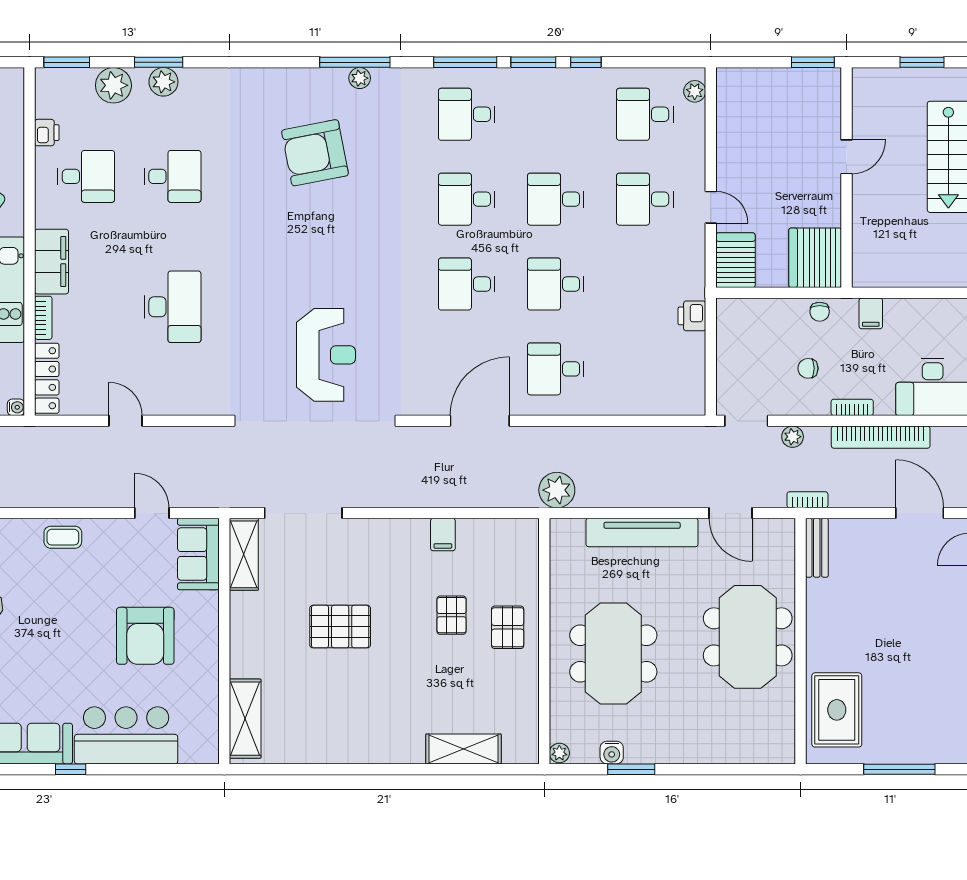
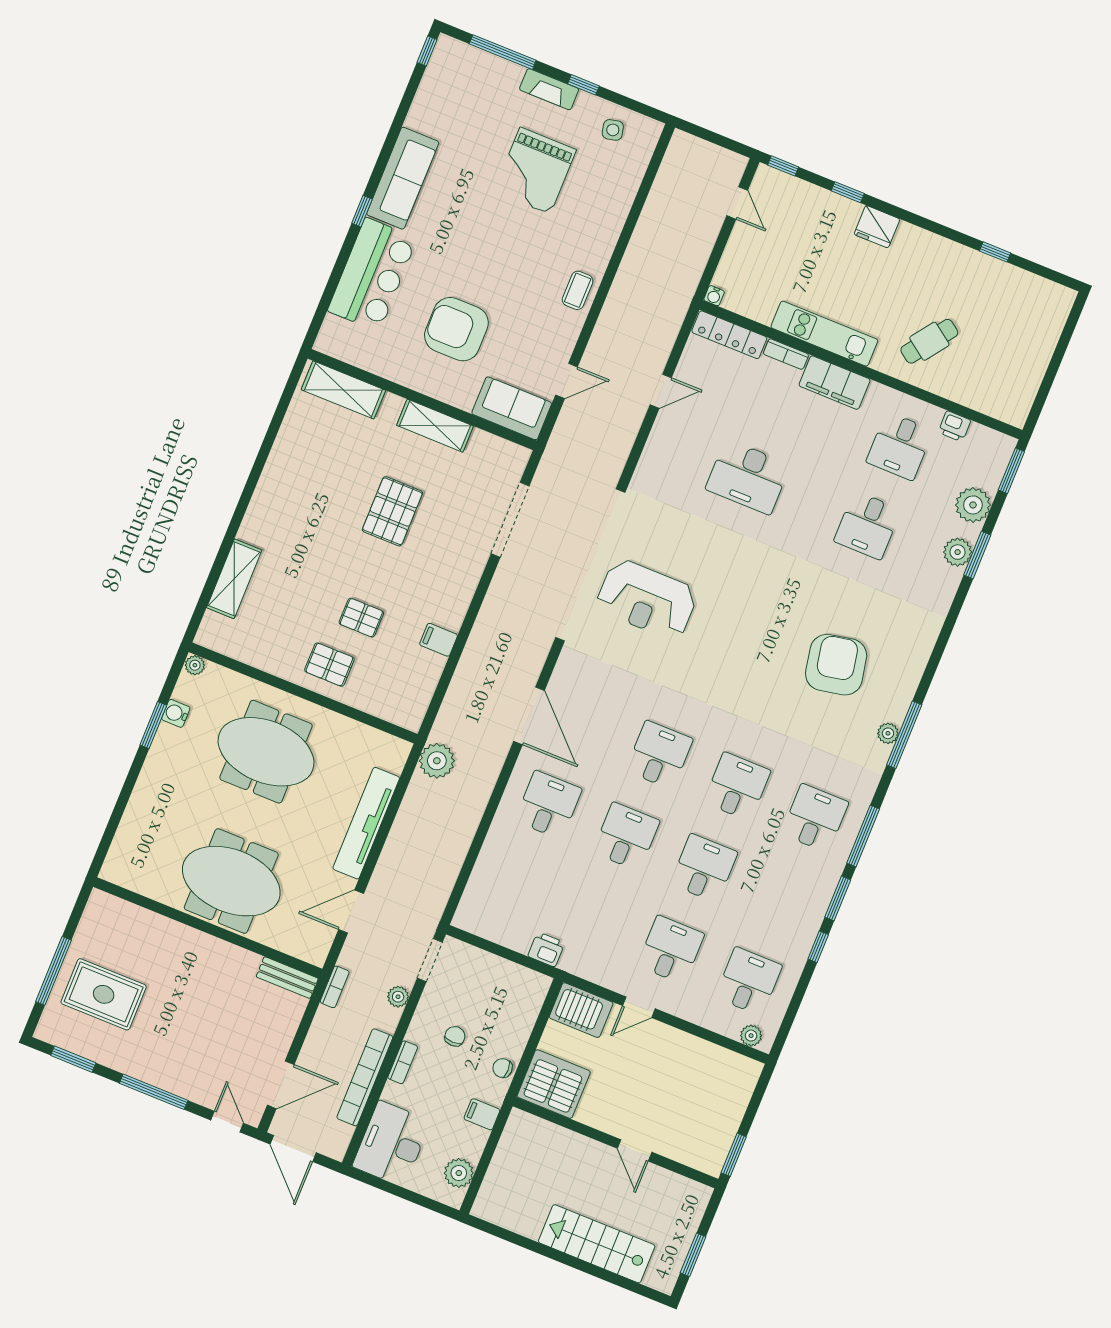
plant: (935, 313) -> (459, 1173), added
shelving: (244, 554) -> (435, 426), moved
rug: (837, 710) -> (104, 994), moved

